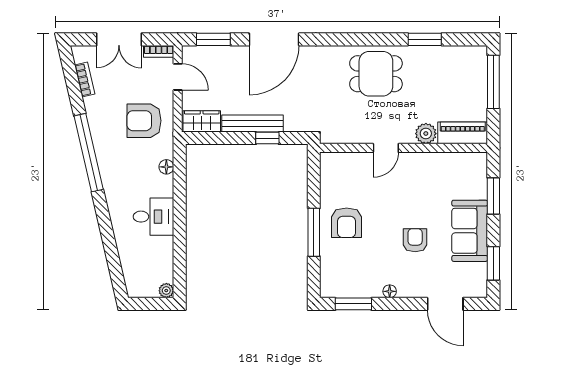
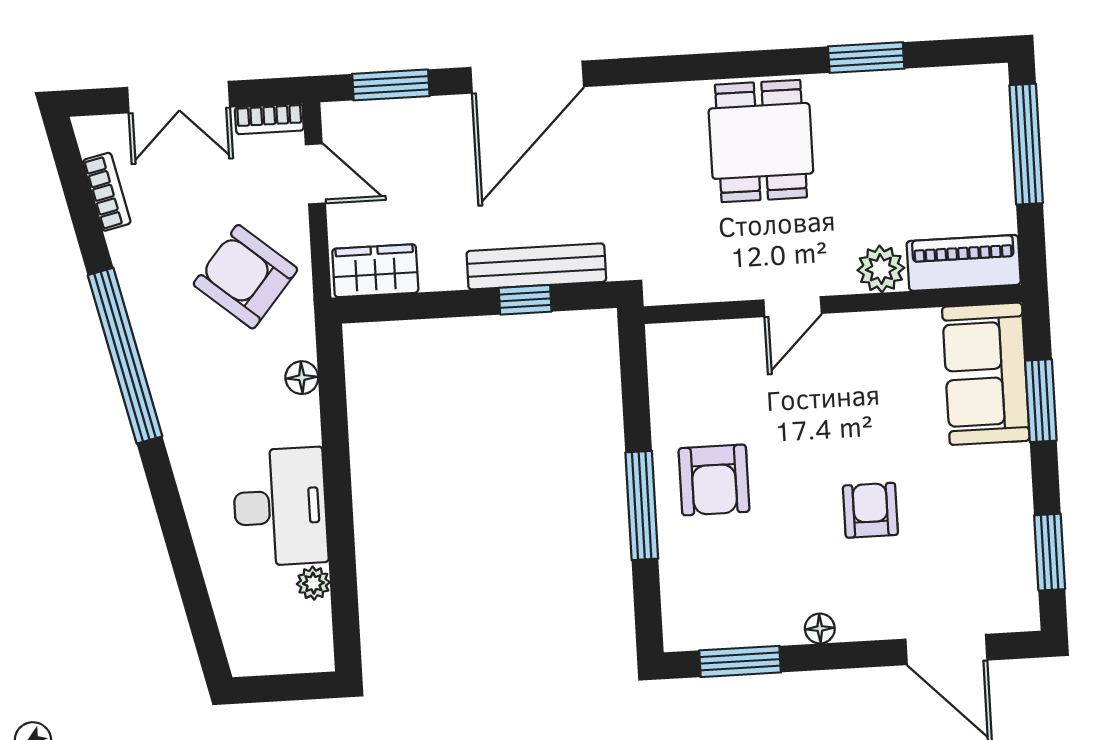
dining table: (376, 74) -> (761, 141), turned 90
armchair: (144, 121) -> (245, 277), turned 40
bench: (253, 124) -> (536, 266), moved
desk: (153, 217) -> (280, 507), width x1.37
sofa: (470, 231) -> (986, 374), moved
plant: (166, 291) -> (313, 583), moved

